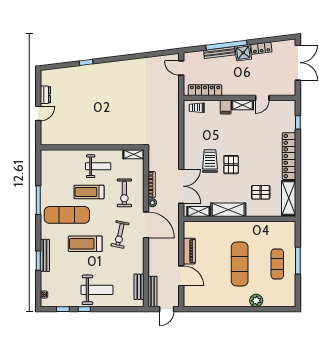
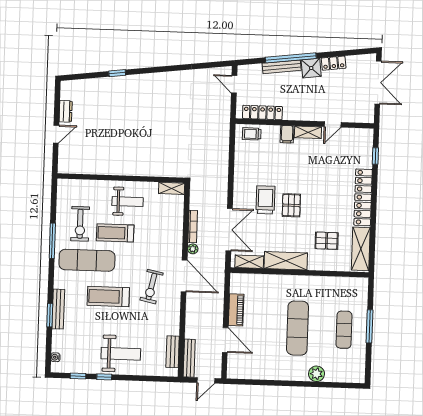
exercise bike: (124, 193) -> (80, 224), moved

